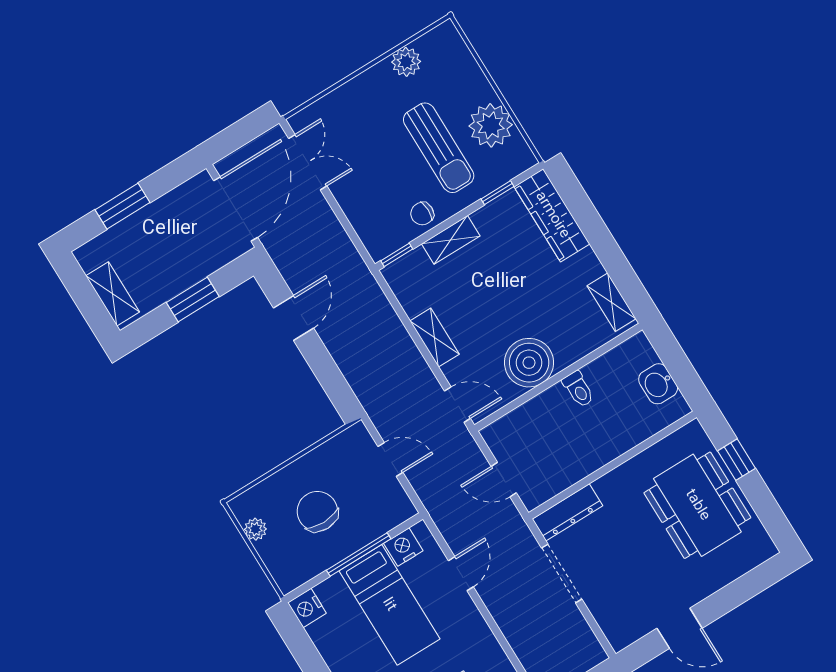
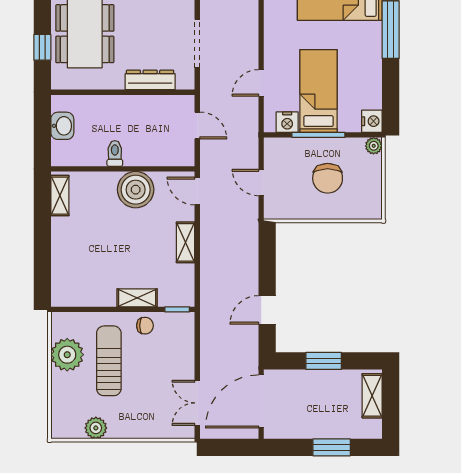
window: (497, 193) -> (89, 309), removed
wardrobe: (552, 215) -> (64, 274), removed
dresser: (567, 512) -> (150, 80), moved
plant: (255, 529) -> (374, 146), moved

